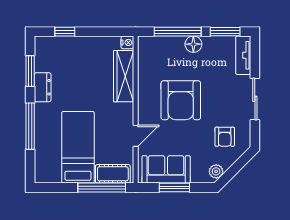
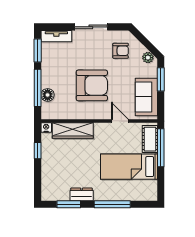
window: (65, 32) -> (38, 151), moved
floor lamp: (193, 44) -> (48, 95), moved
window: (174, 188) -> (161, 79), moved

